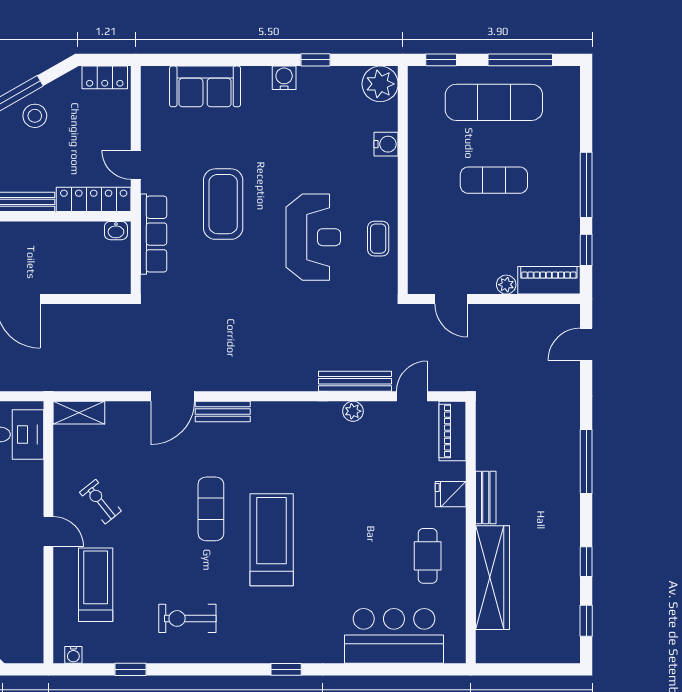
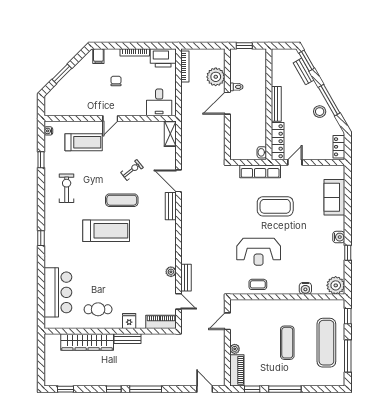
bench: (355, 381) -> (186, 278), width x0.73
exercise bike: (100, 502) -> (132, 170), moved
window: (586, 562) -> (114, 389), moved

